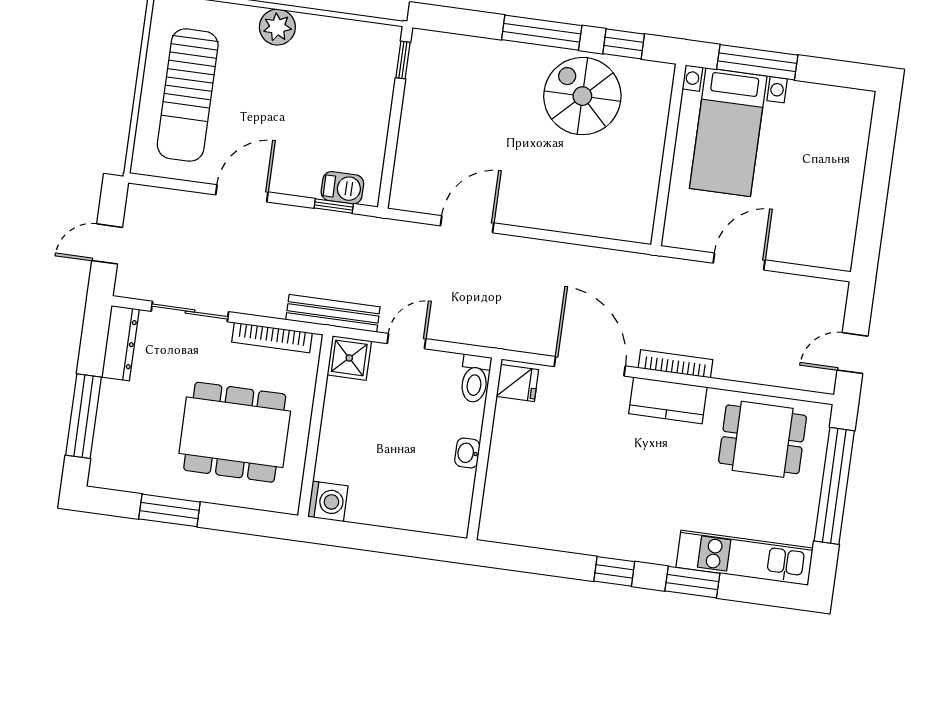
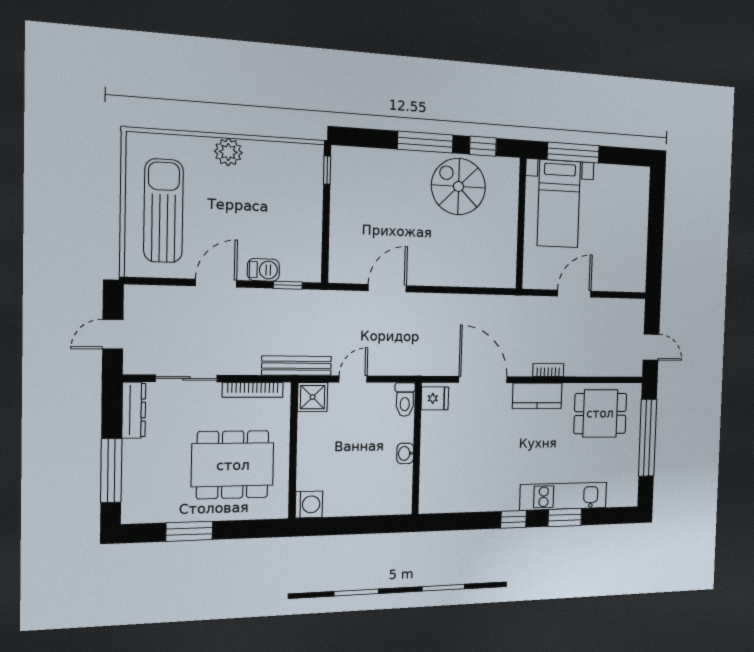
sun lounger: (188, 95) -> (163, 211), turned 180
barbecue: (342, 188) -> (263, 270), moved
door: (852, 353) -> (651, 347), swing flipped
bookcase: (675, 364) -> (548, 370), width x0.64
kitchen unit: (745, 558) -> (563, 496), moved

